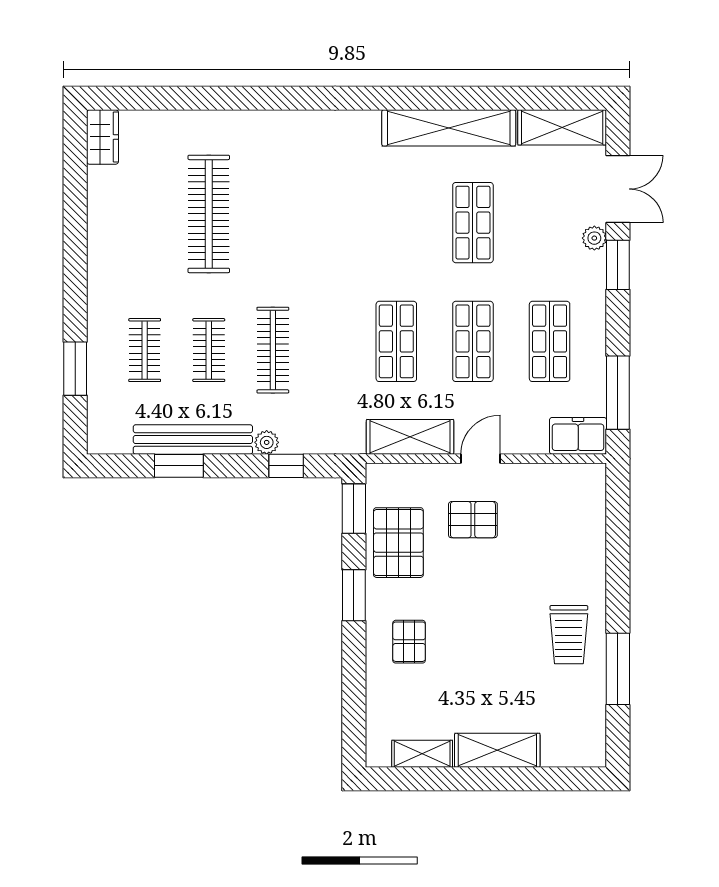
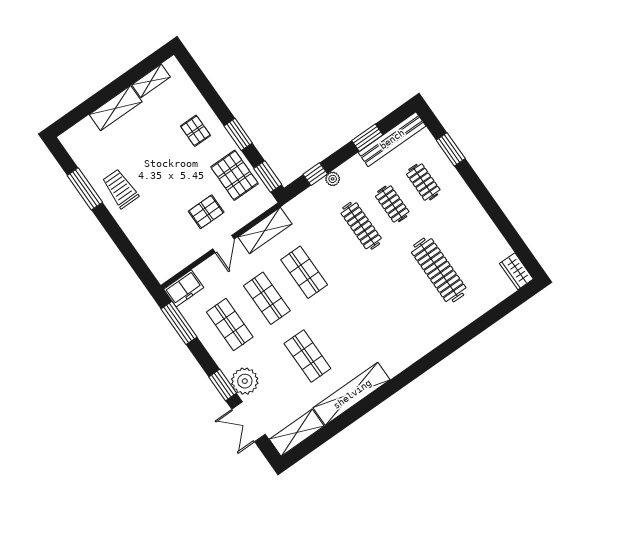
plant: (594, 238) -> (245, 381), width x1.88, depth x1.88
bench: (193, 439) -> (392, 139), moved

